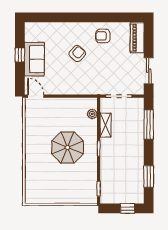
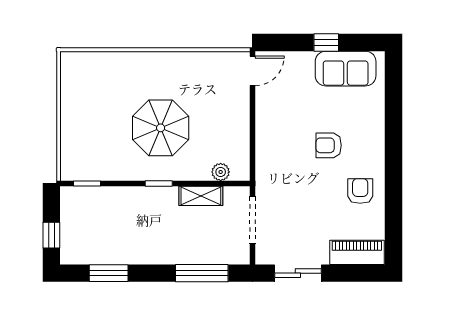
armchair: (77, 54) -> (329, 145), turned 137
sofa: (34, 59) -> (346, 69), moved

